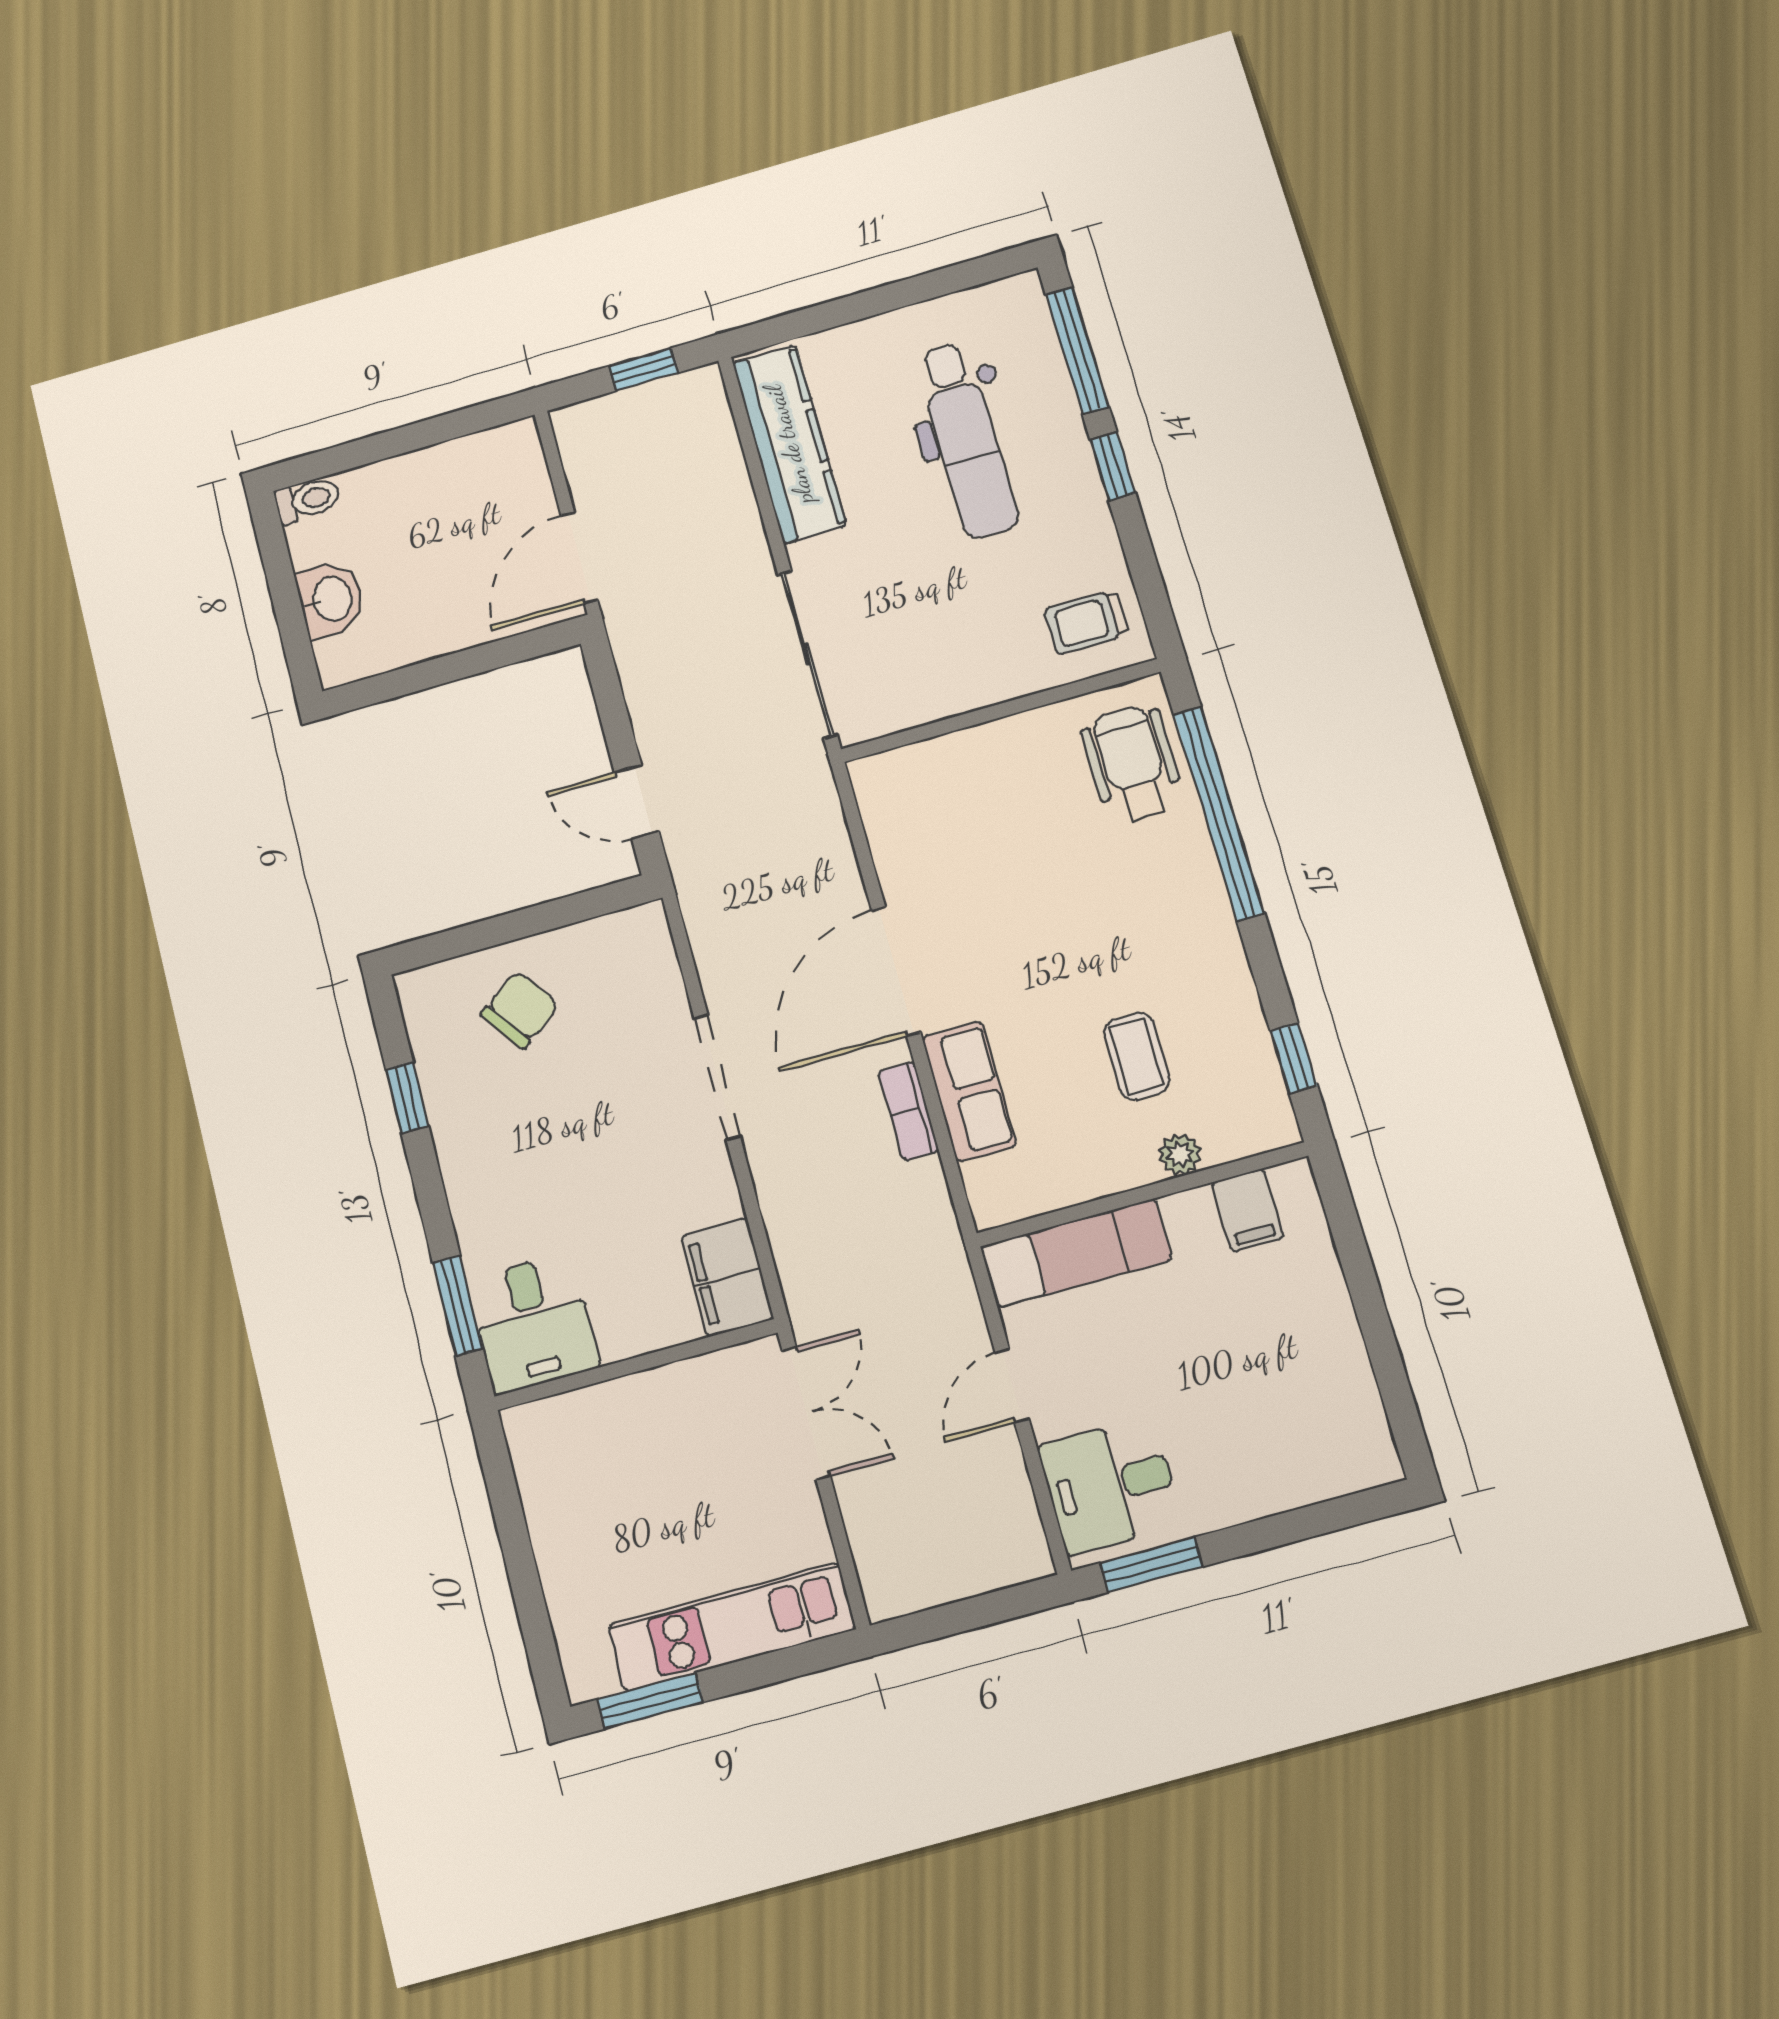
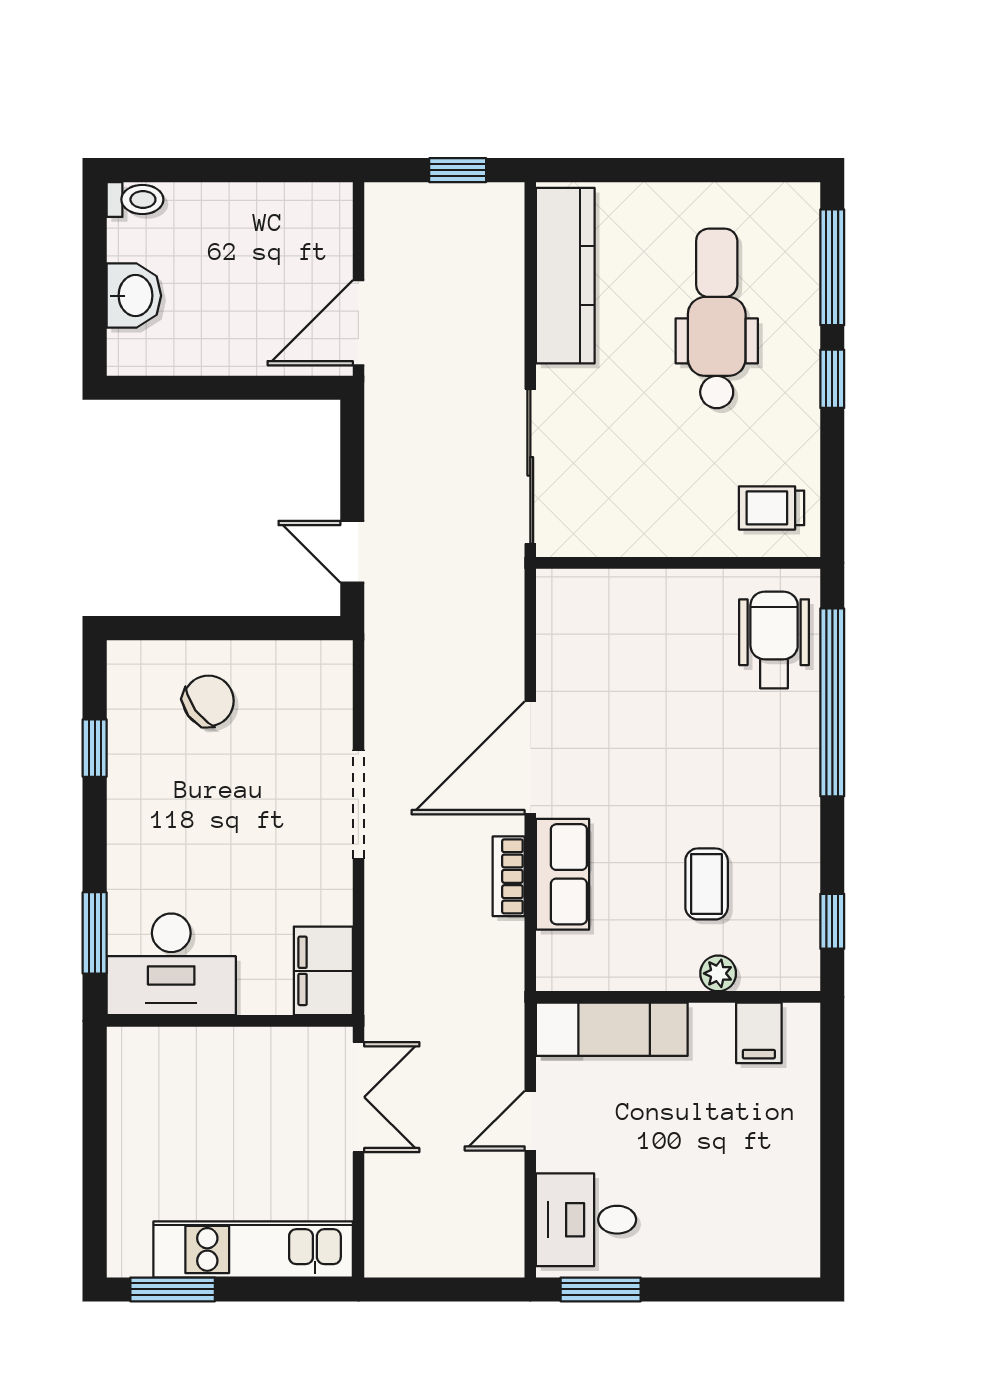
dental chair: (967, 440) -> (717, 318), turned 180
desk: (533, 1323) -> (171, 964), width x1.37

